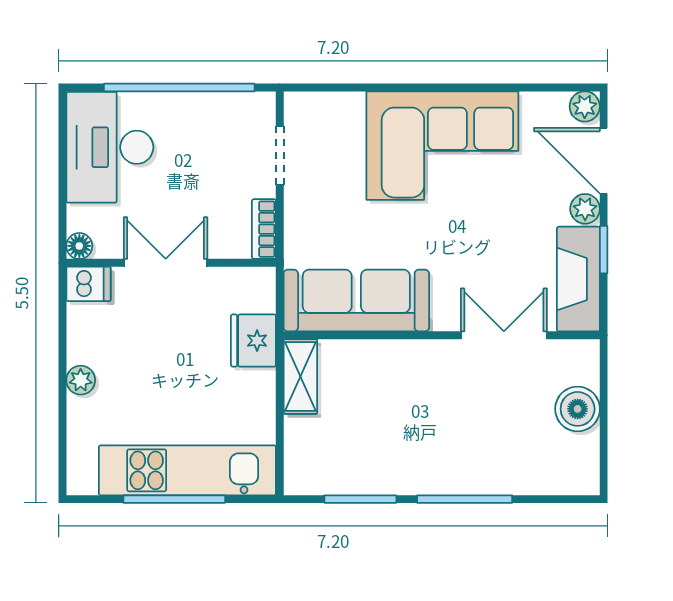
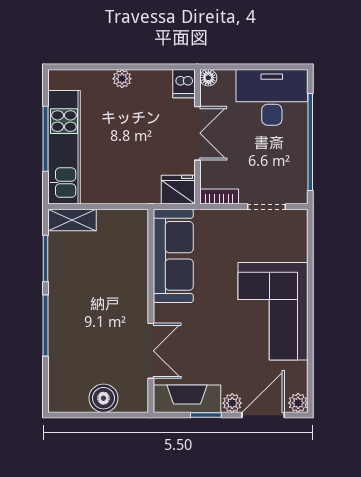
fridge: (253, 341) -> (178, 190), moved
shelving: (300, 376) -> (72, 220), moved

